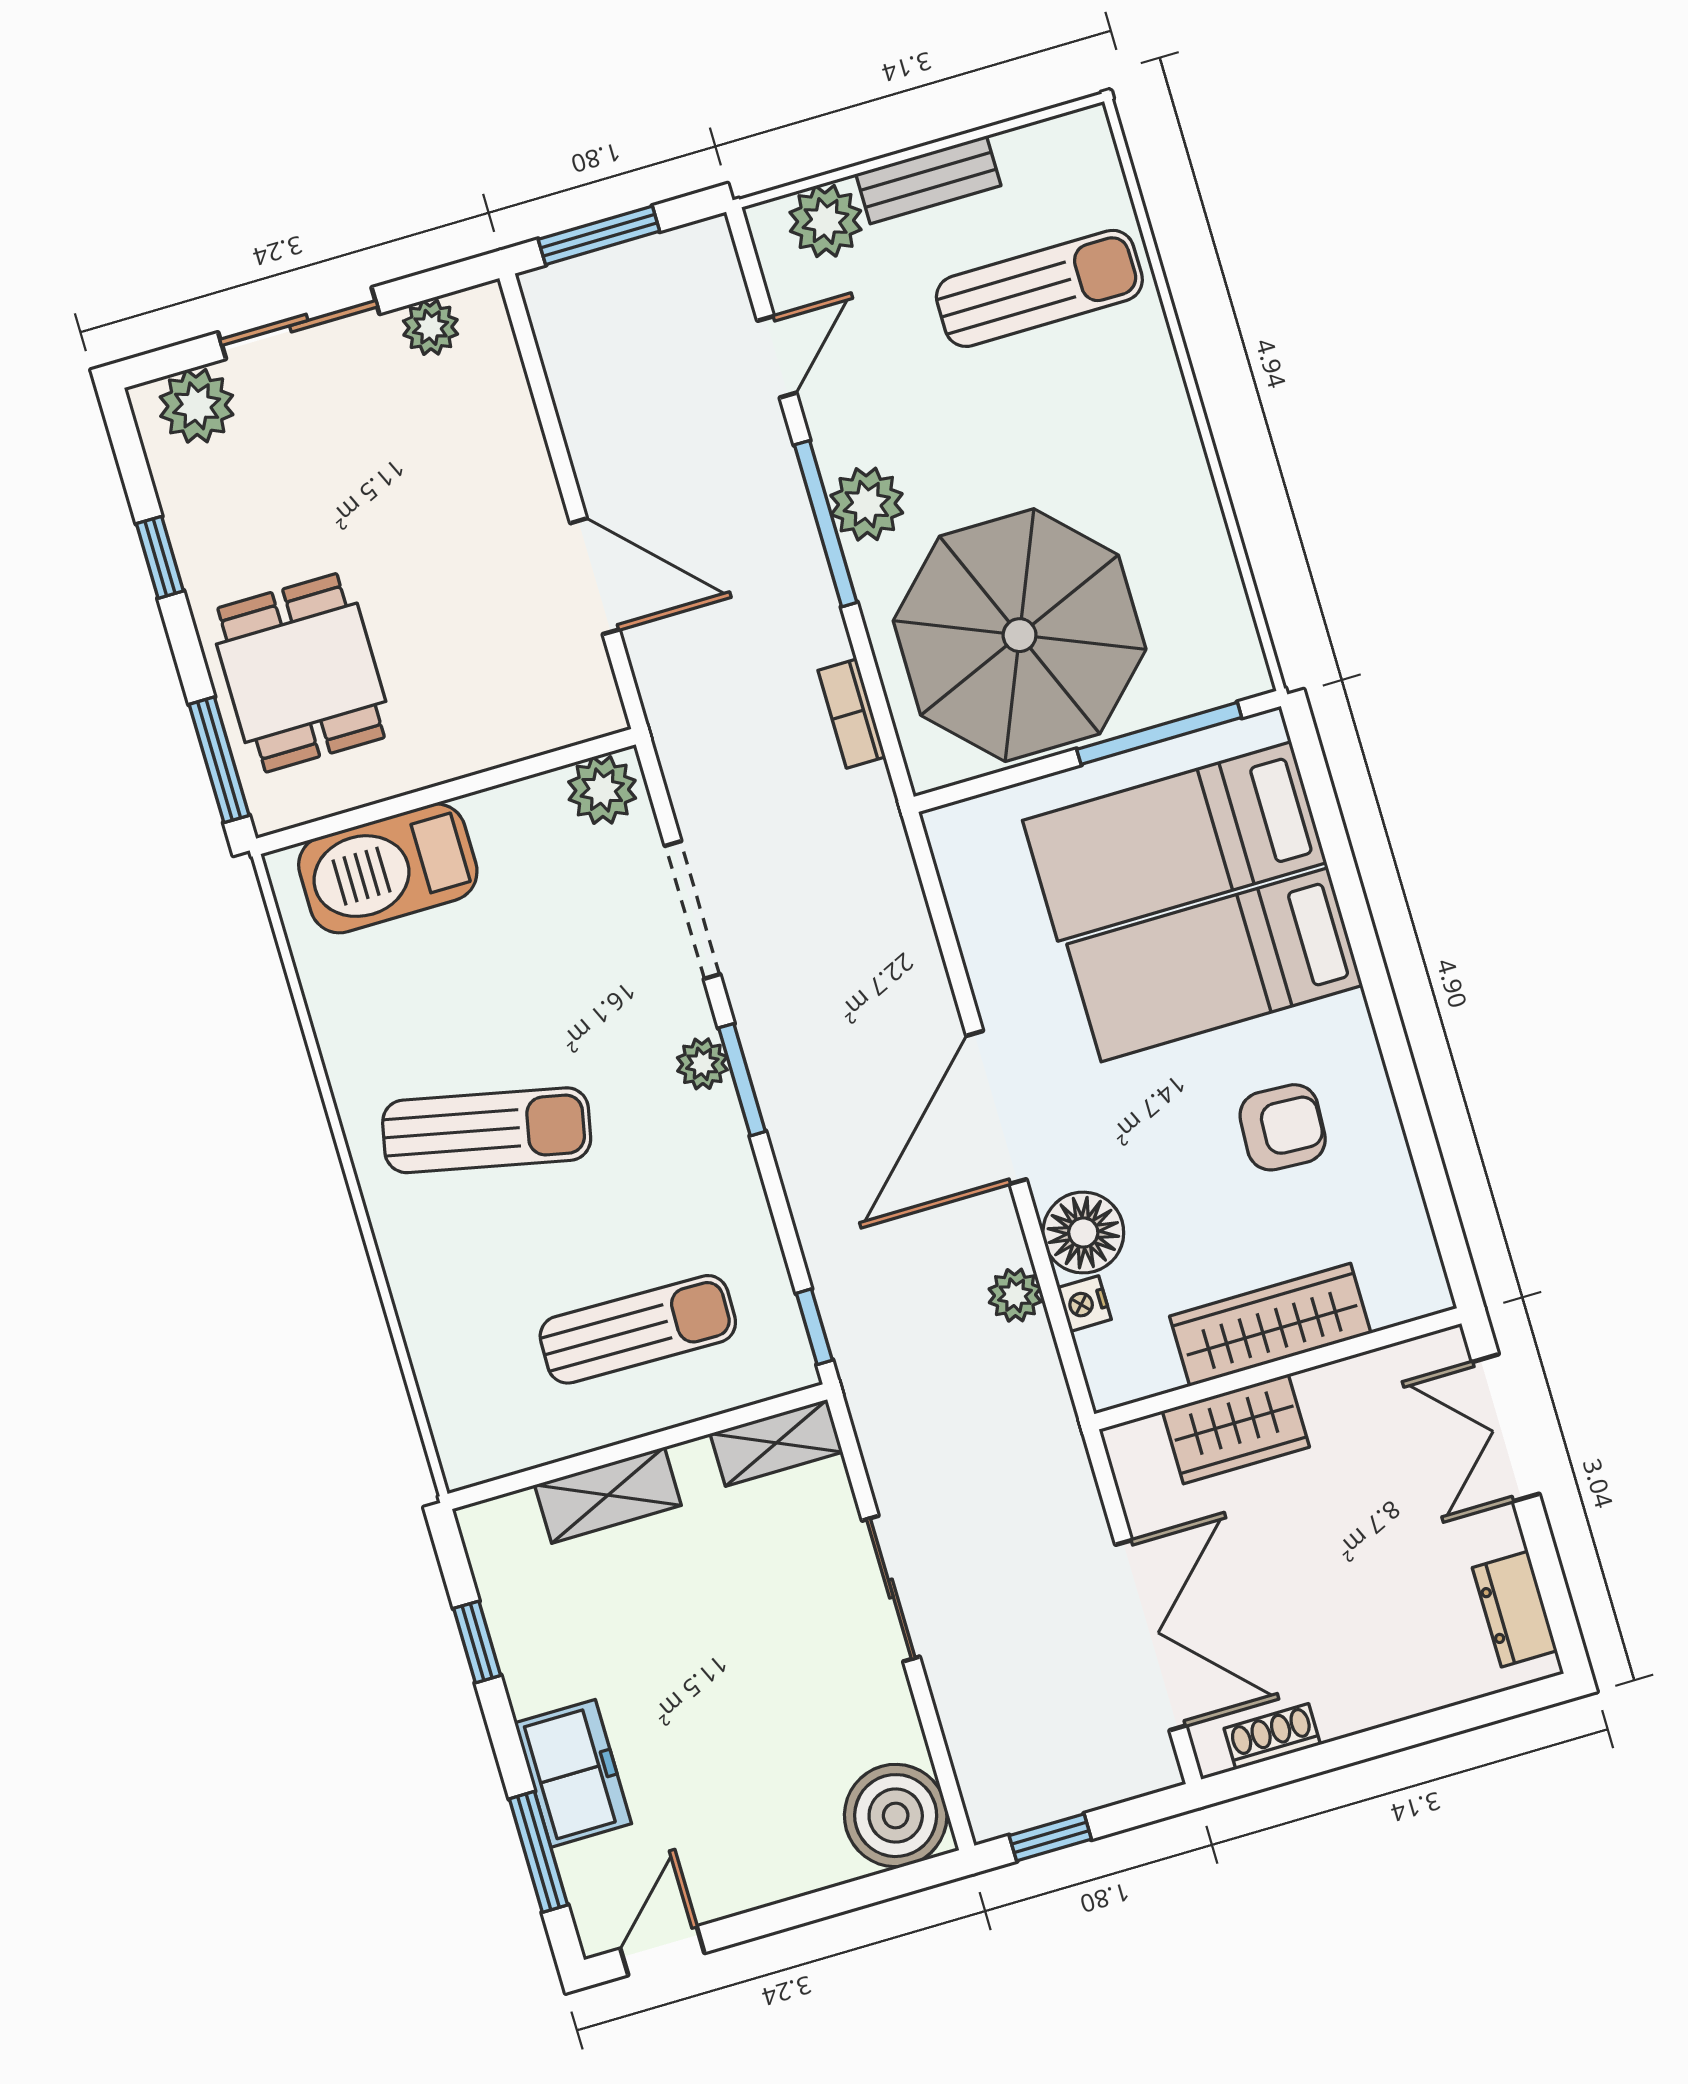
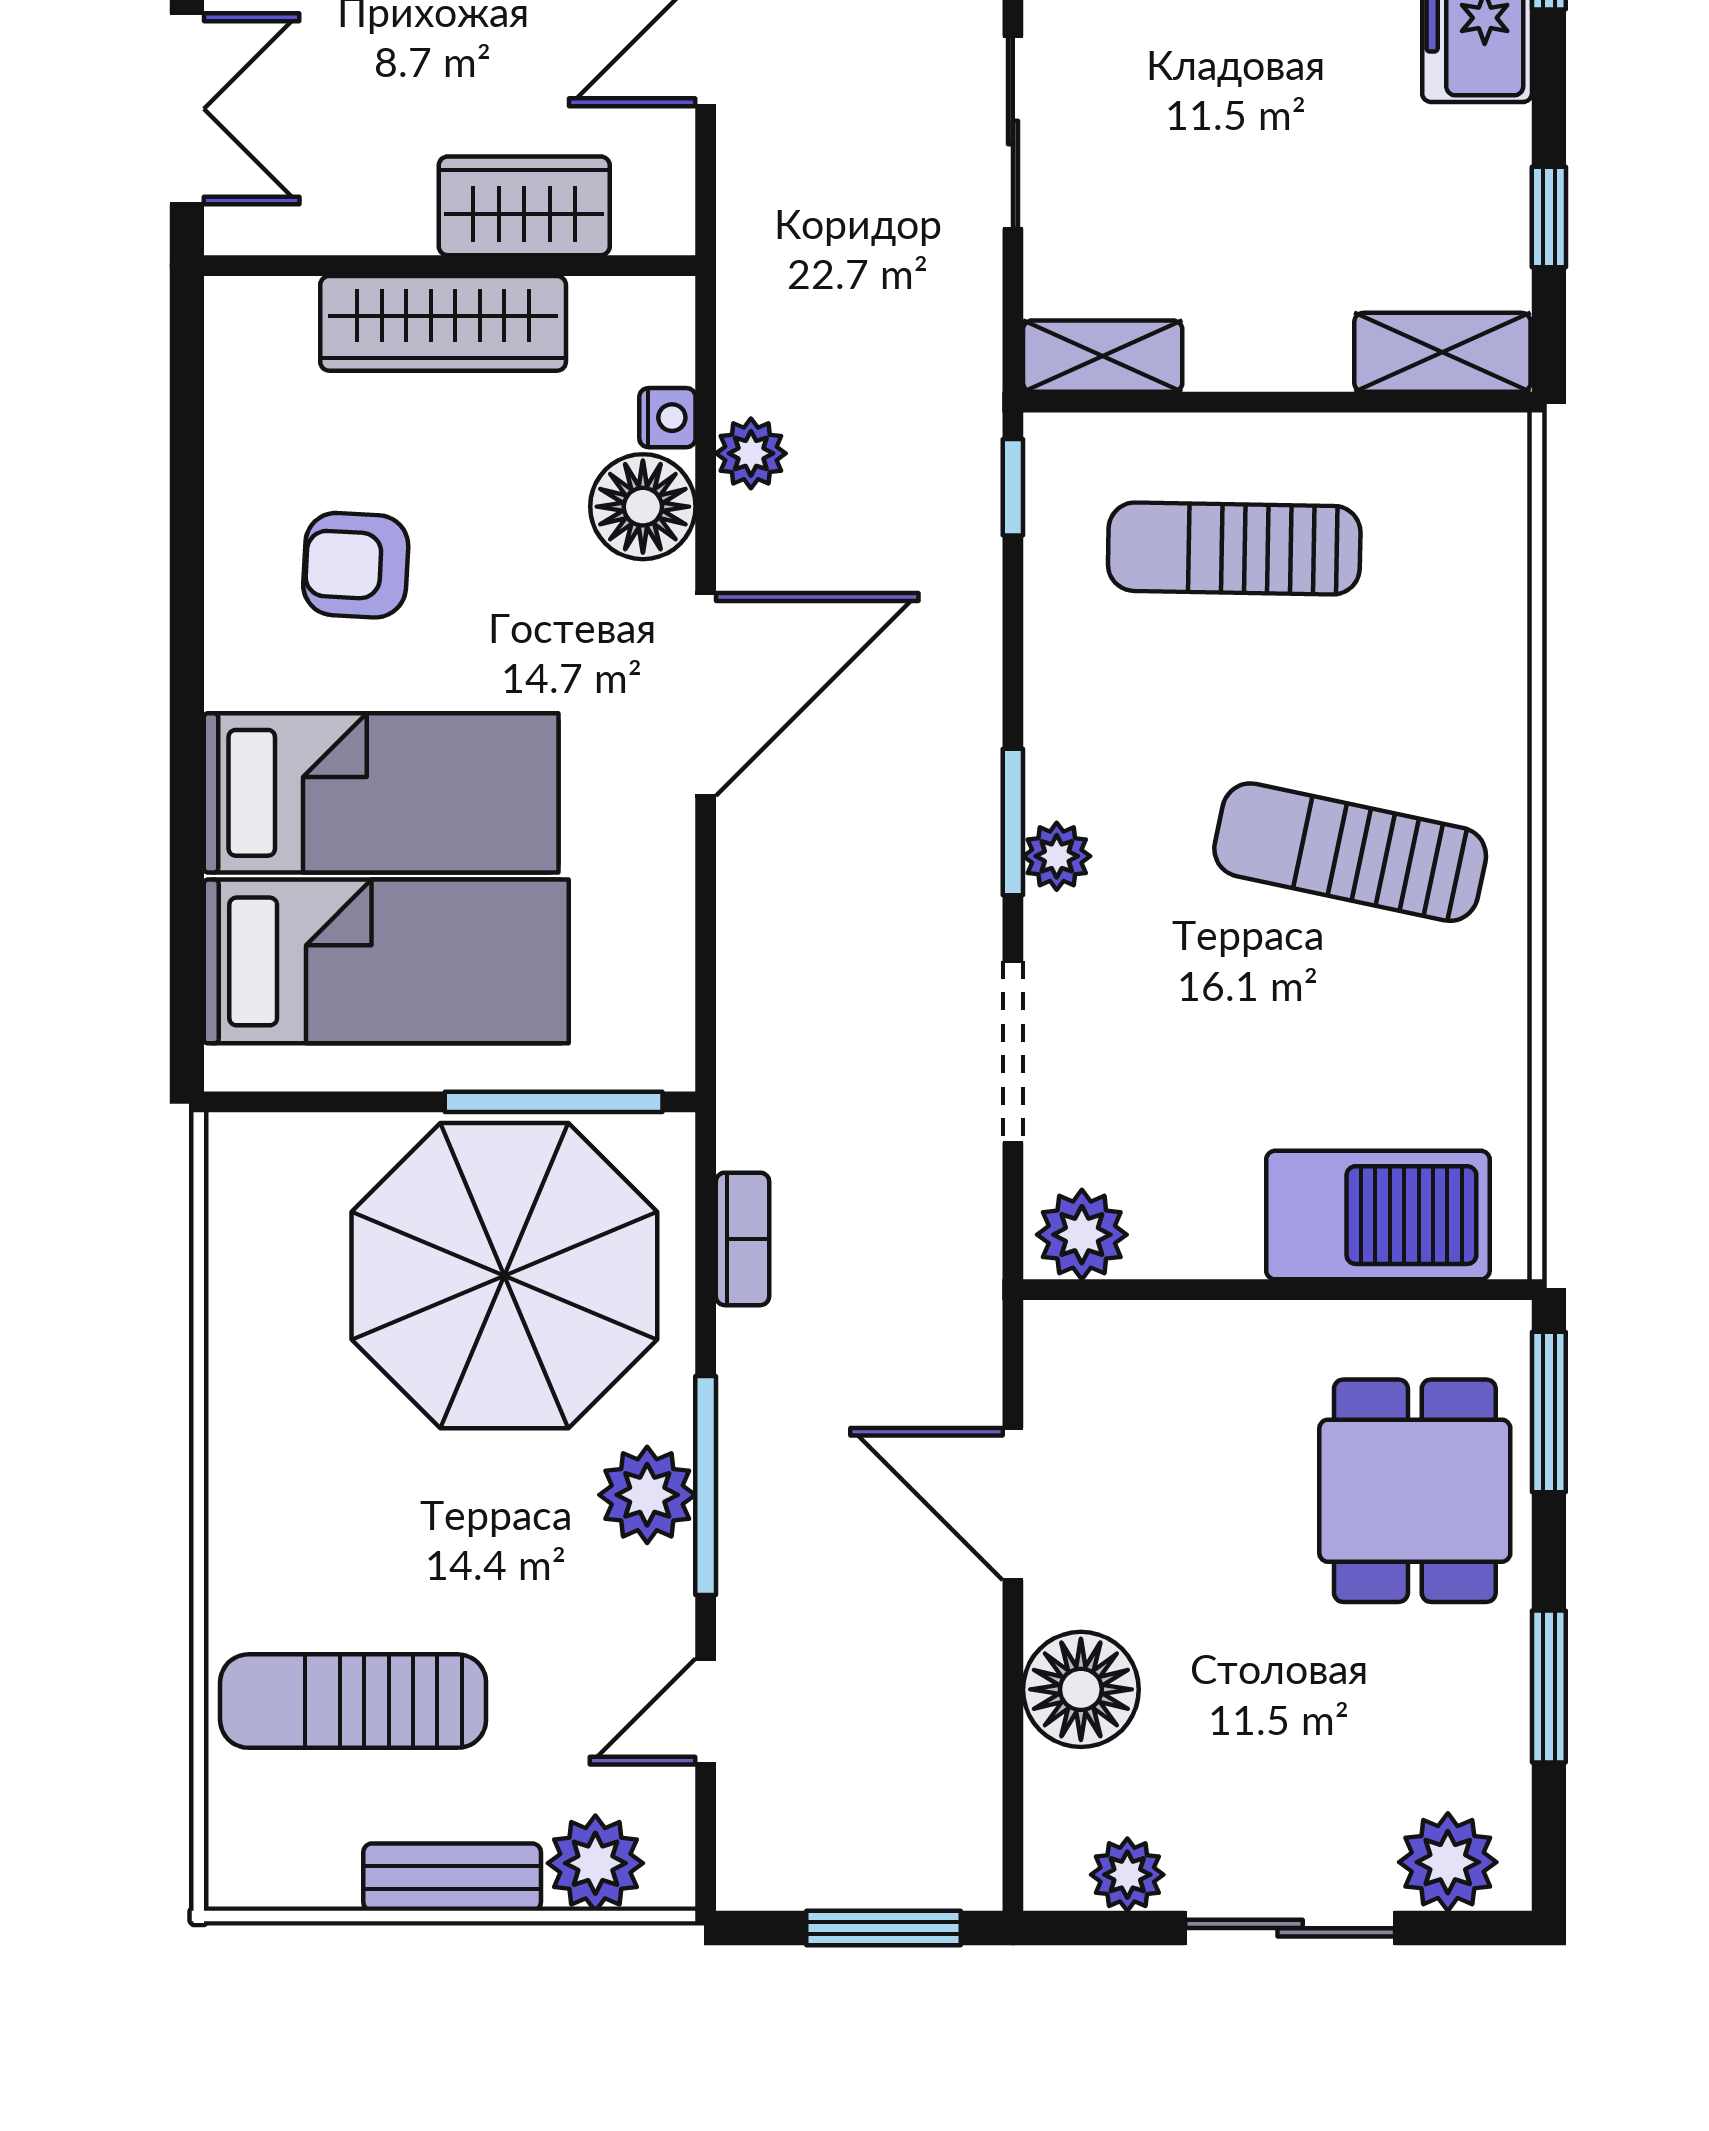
floor lamp: (505, 454) -> (1081, 1689), added
window: (160, 557) -> (1549, 1686), width x1.50
window: (1159, 733) -> (554, 1102), moved
shelving: (608, 1495) -> (1442, 352), moved

